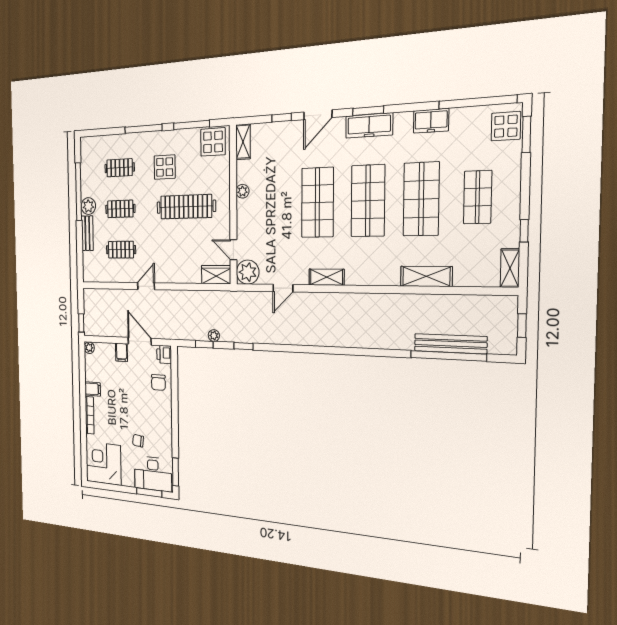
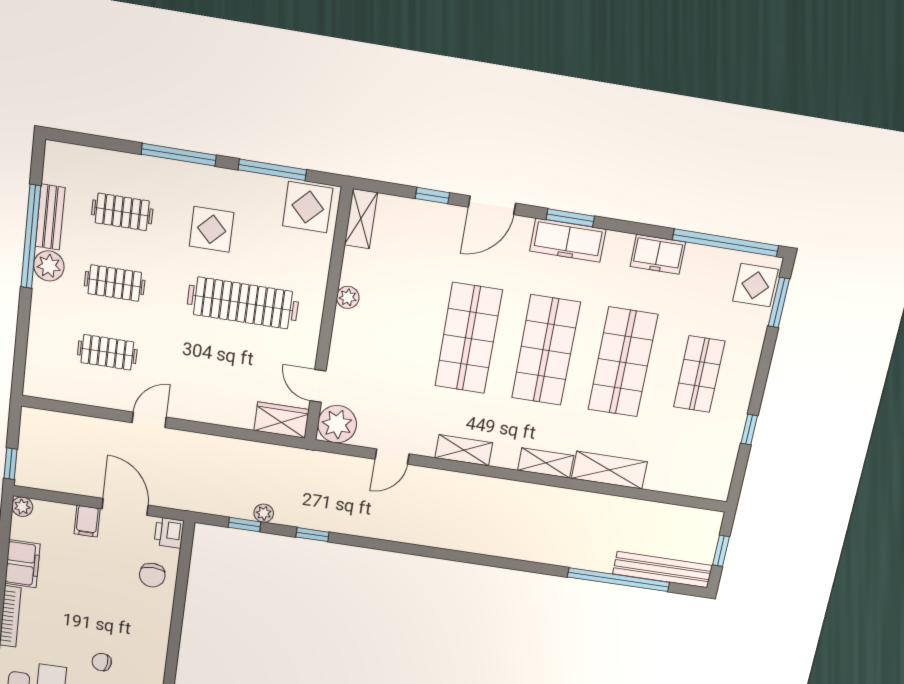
bench: (87, 233) -> (50, 217), moved
shelving: (510, 268) -> (546, 463), moved, turned 90
bench: (450, 344) -> (663, 570), moved
filing cabinet: (93, 389) -> (22, 564), width x2.00

